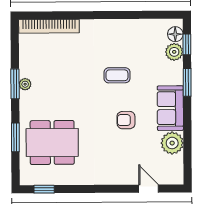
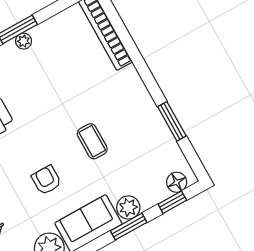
window: (133, 15) -> (172, 121), added
plant: (174, 52) -> (128, 207), moved

